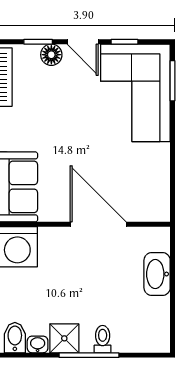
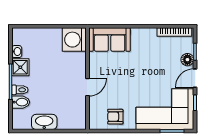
armchair: (148, 177) -> (115, 117), added
door: (98, 224) -> (88, 87), width x0.53
washbasin: (157, 274) -> (44, 122), moved
bidet: (15, 338) -> (21, 102), moved

